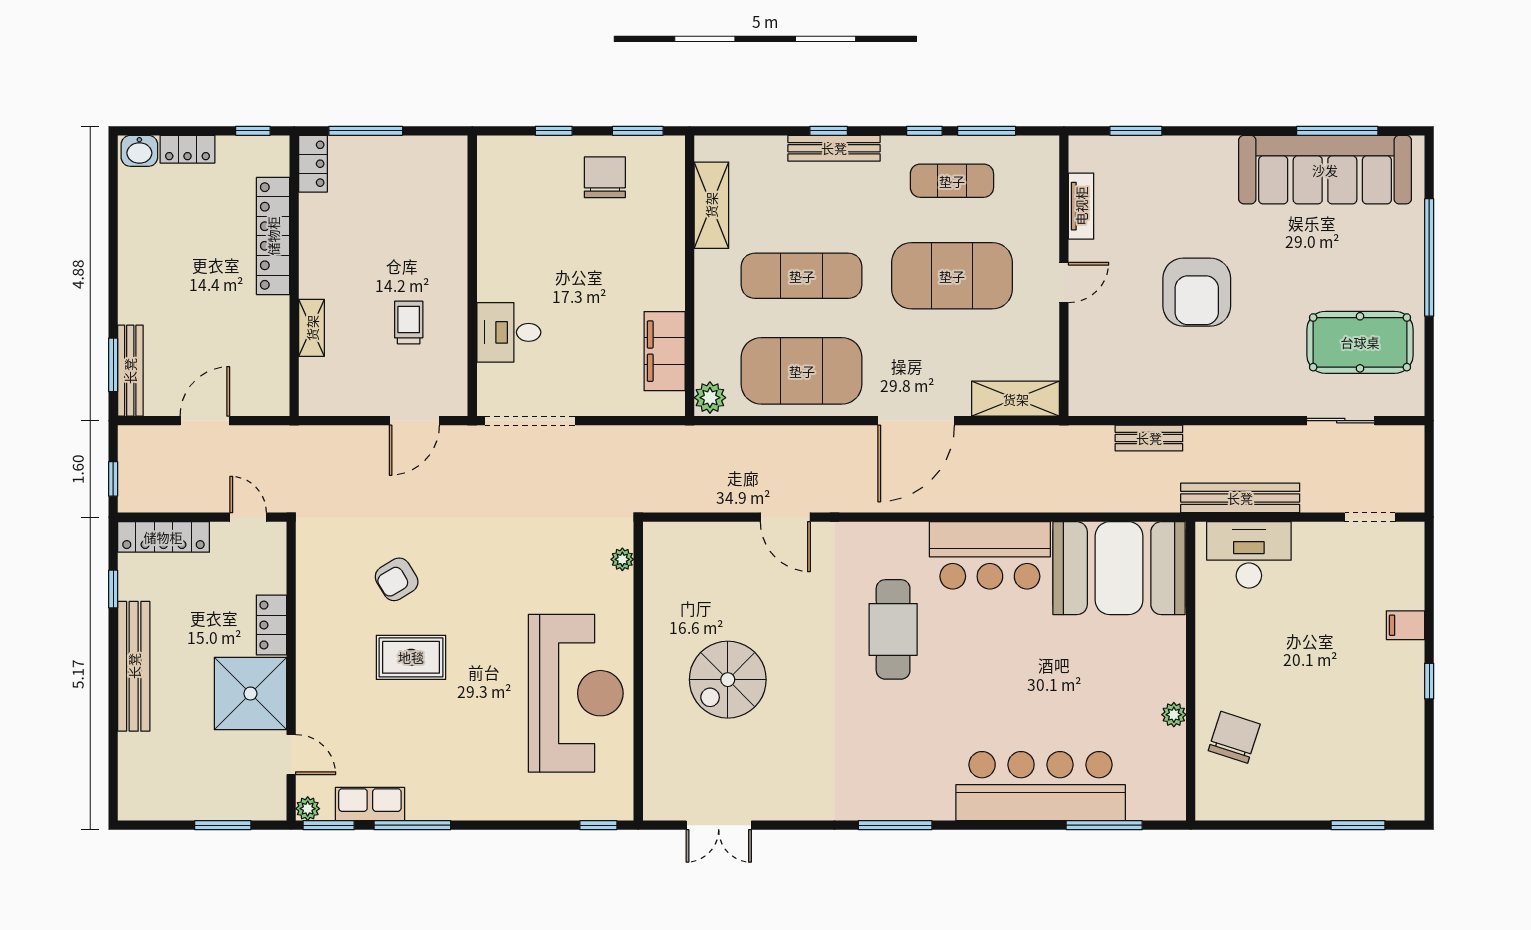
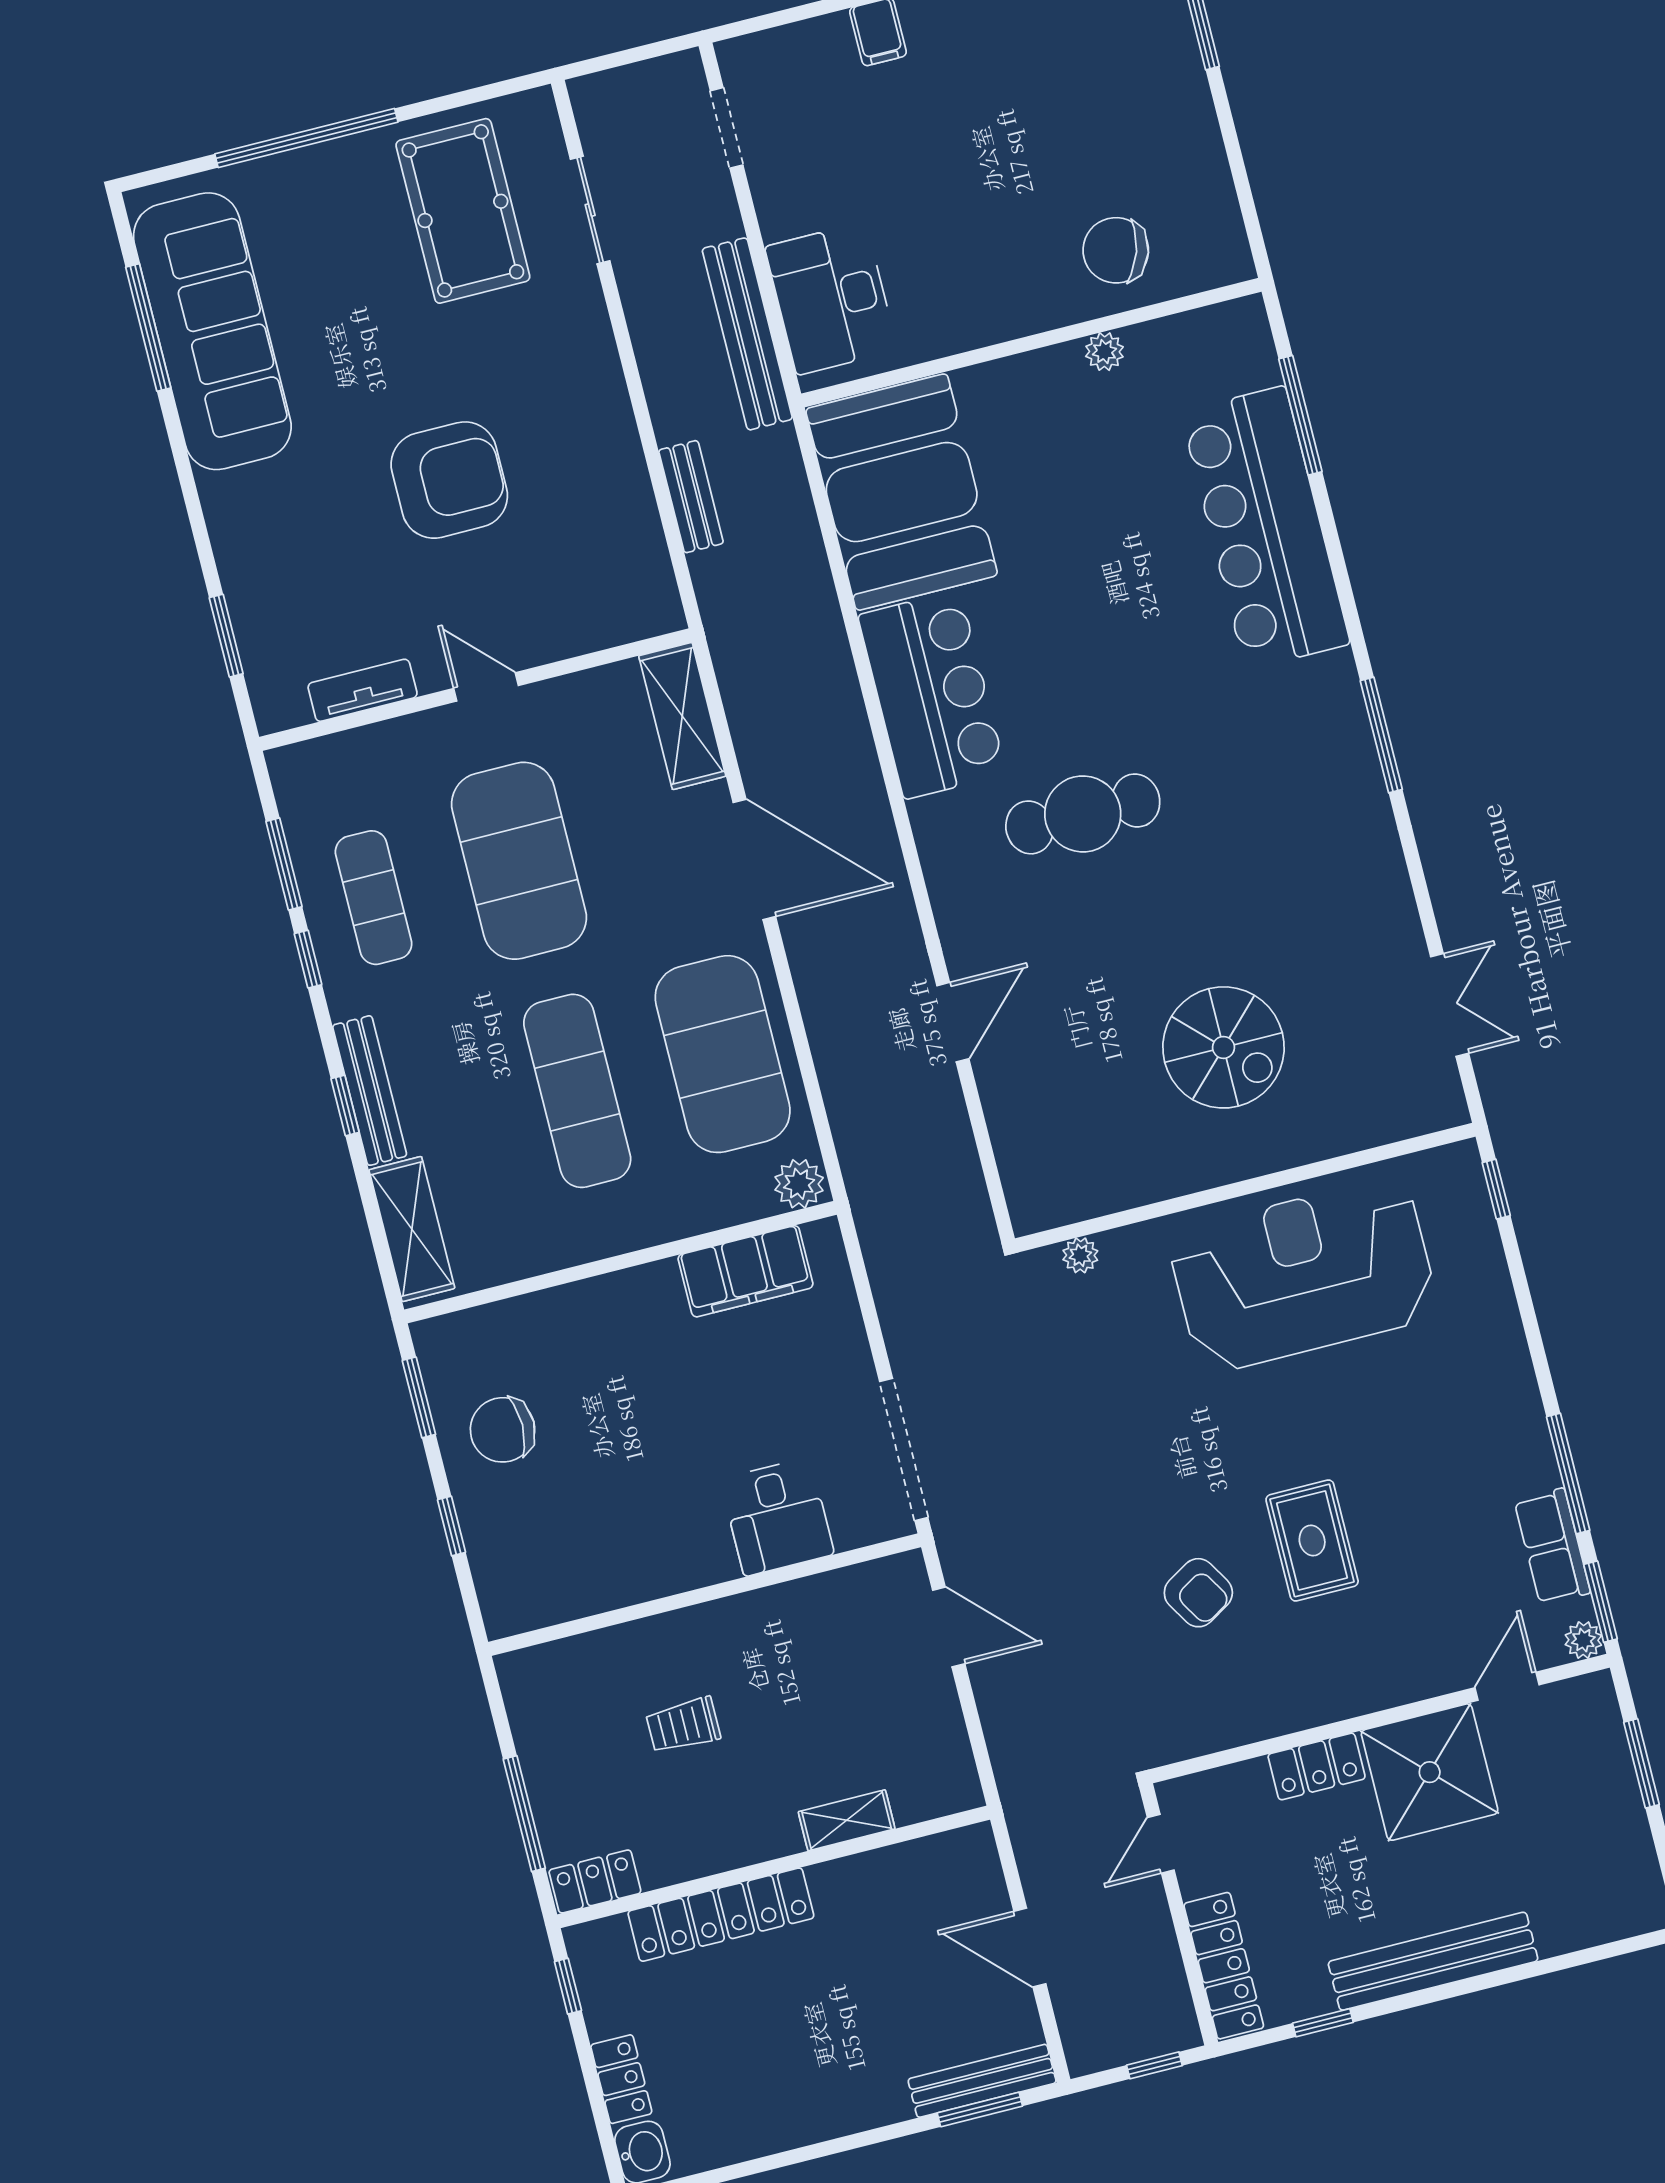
shelving: (711, 205) -> (412, 1229), moved, turned 90
trolley: (409, 322) -> (683, 1725), moved

